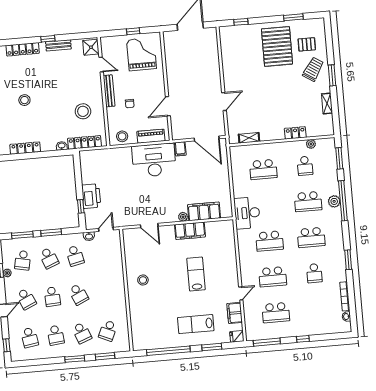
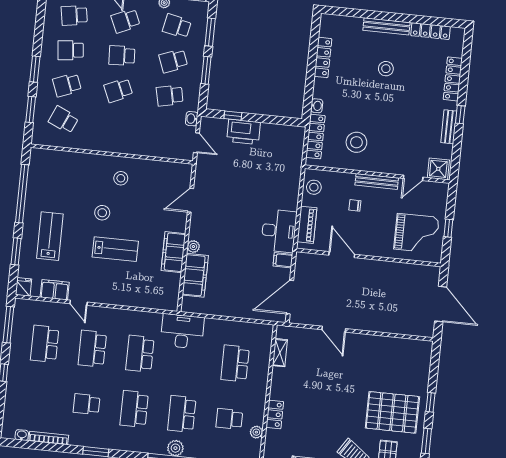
window: (241, 22) -> (430, 402), moved
desk: (154, 160) -> (279, 231), width x0.73, depth x0.77
stool: (171, 289) -> (102, 213), added

